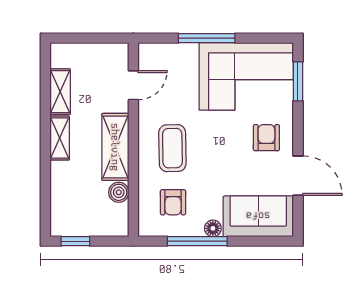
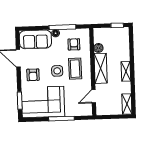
shelving: (60, 92) -> (127, 104), moved
side table: (212, 144) -> (57, 71), added

